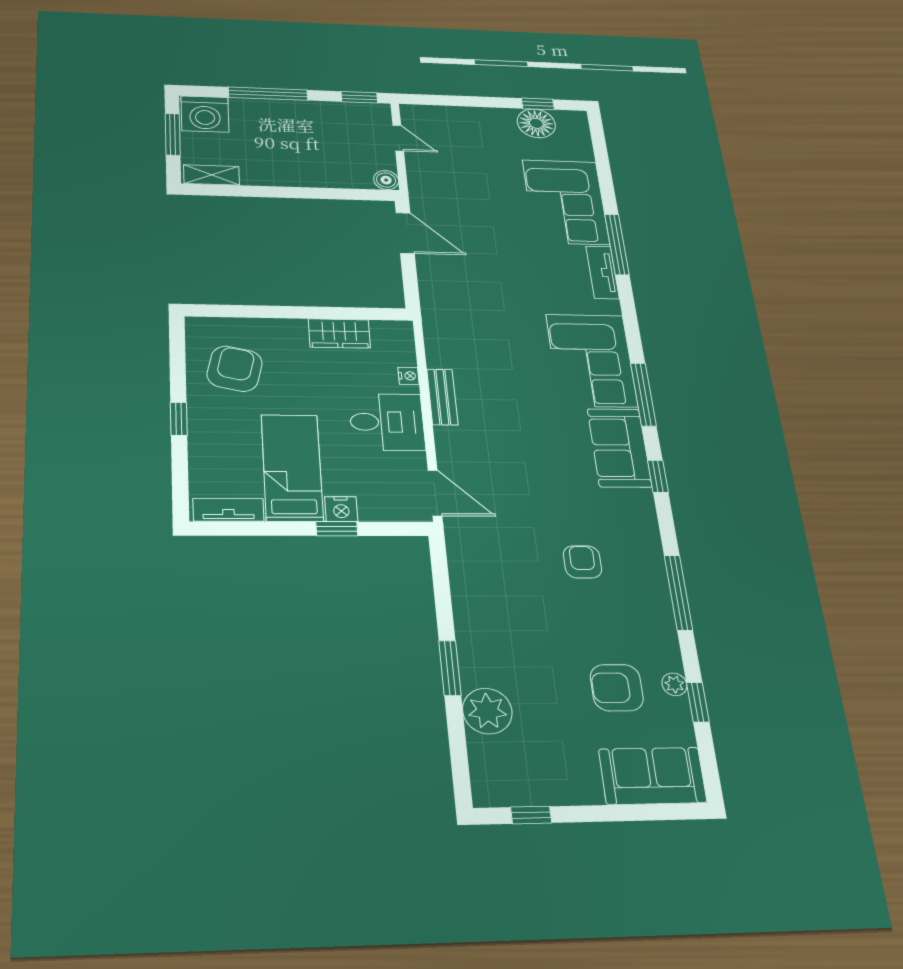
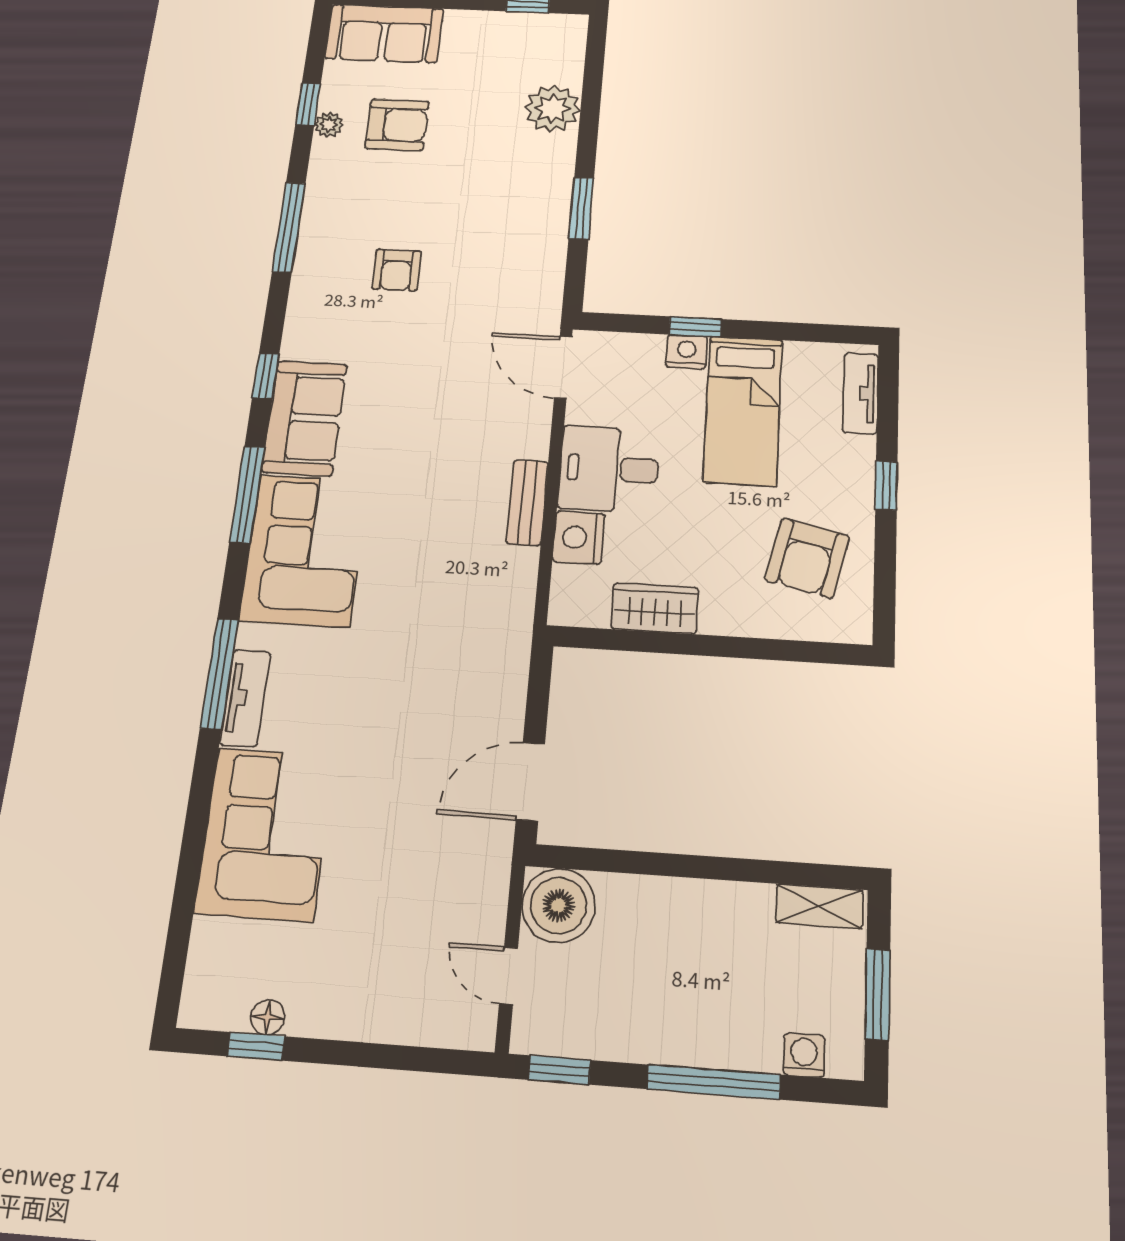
washing machine: (205, 114) -> (804, 1055), width x0.53, depth x0.53
floor lamp: (536, 123) -> (268, 1017), width x0.53, depth x0.53
boiler: (386, 180) -> (558, 905), width x1.86, depth x1.86
door: (405, 233) -> (530, 782), hinge flipped
window: (617, 244) -> (219, 674), moved
nightstand: (409, 376) -> (579, 538), width x1.89, depth x1.79
tv unit: (228, 510) -> (861, 393), moved, turned 90
window: (450, 668) -> (581, 208), moved

